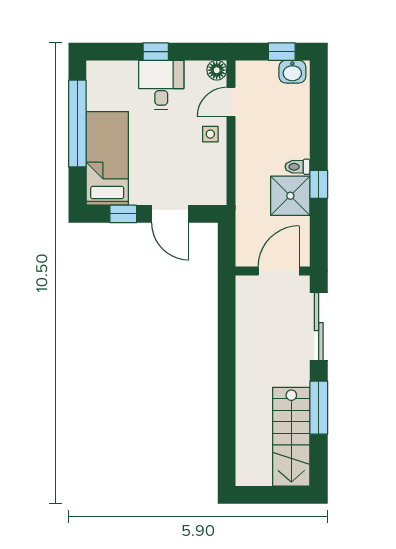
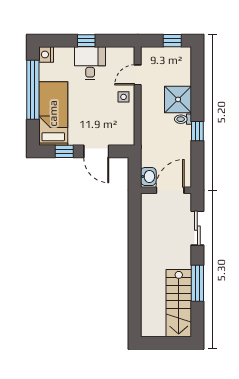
floor lamp: (217, 70) -> (128, 53), removed
nightstand: (97, 72) -> (46, 54), added
washbasin: (292, 72) -> (148, 176), moved, turned -90
shower: (290, 196) -> (178, 99), moved
sliding door: (319, 327) -> (197, 228), width x0.73

